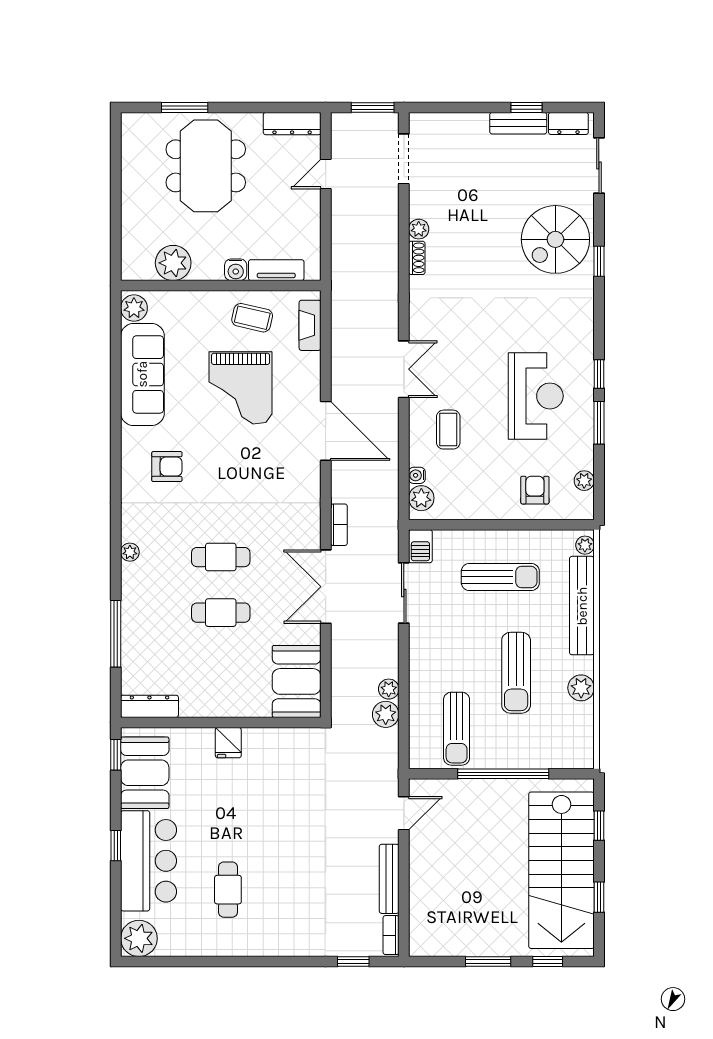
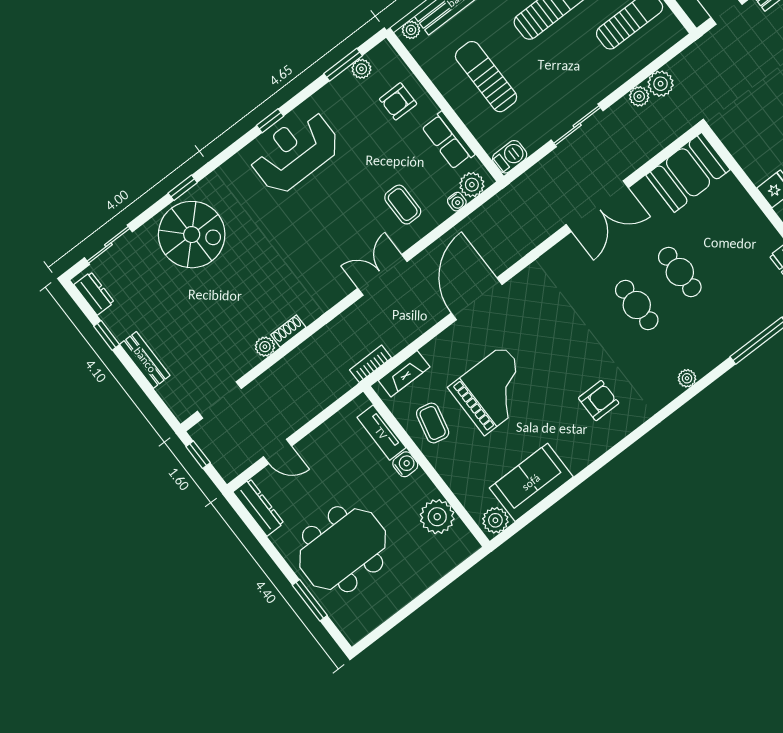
window: (373, 107) -> (198, 455), width x0.67
bench: (518, 123) -> (145, 360), moved
sofa: (142, 374) -> (531, 482), width x0.73
reception desk: (536, 396) -> (295, 152), moved
window: (599, 423) -> (343, 65), moved
coffee table: (448, 430) -> (403, 205), turned 90
armchair: (167, 467) -> (599, 401), turned 90
row of seats: (472, 506) -> (448, 140), added
bookcase: (339, 525) -> (371, 364), moved
sliding door: (404, 593) -> (577, 125), moved

